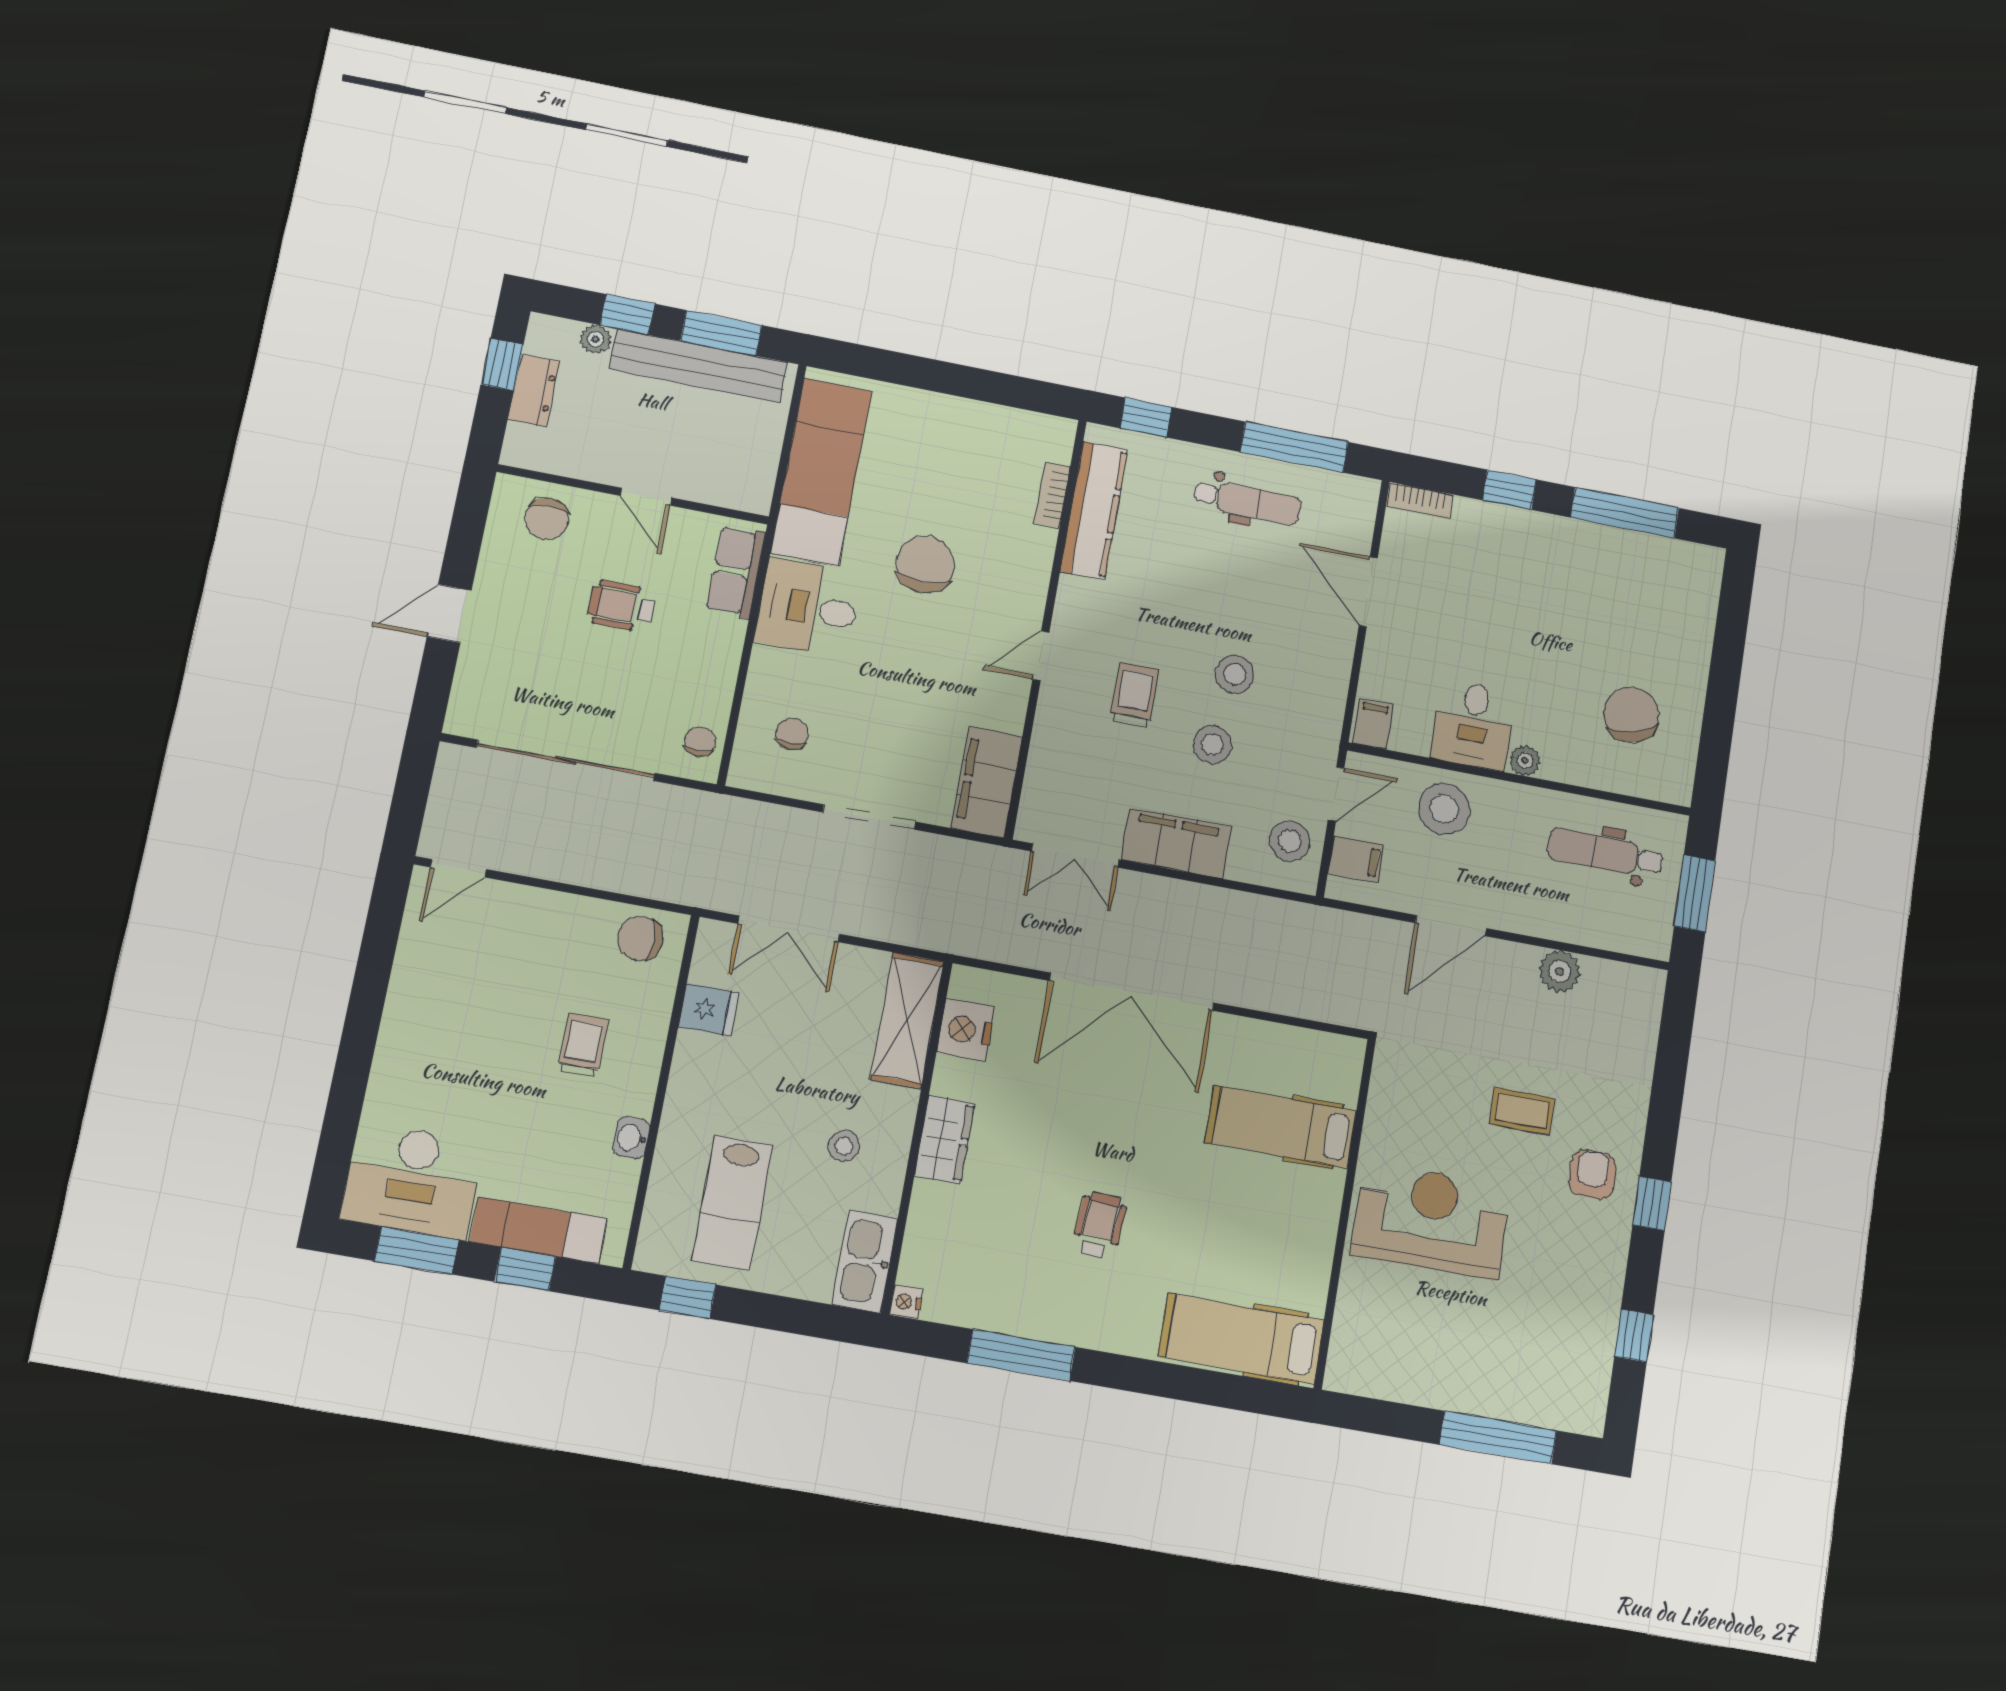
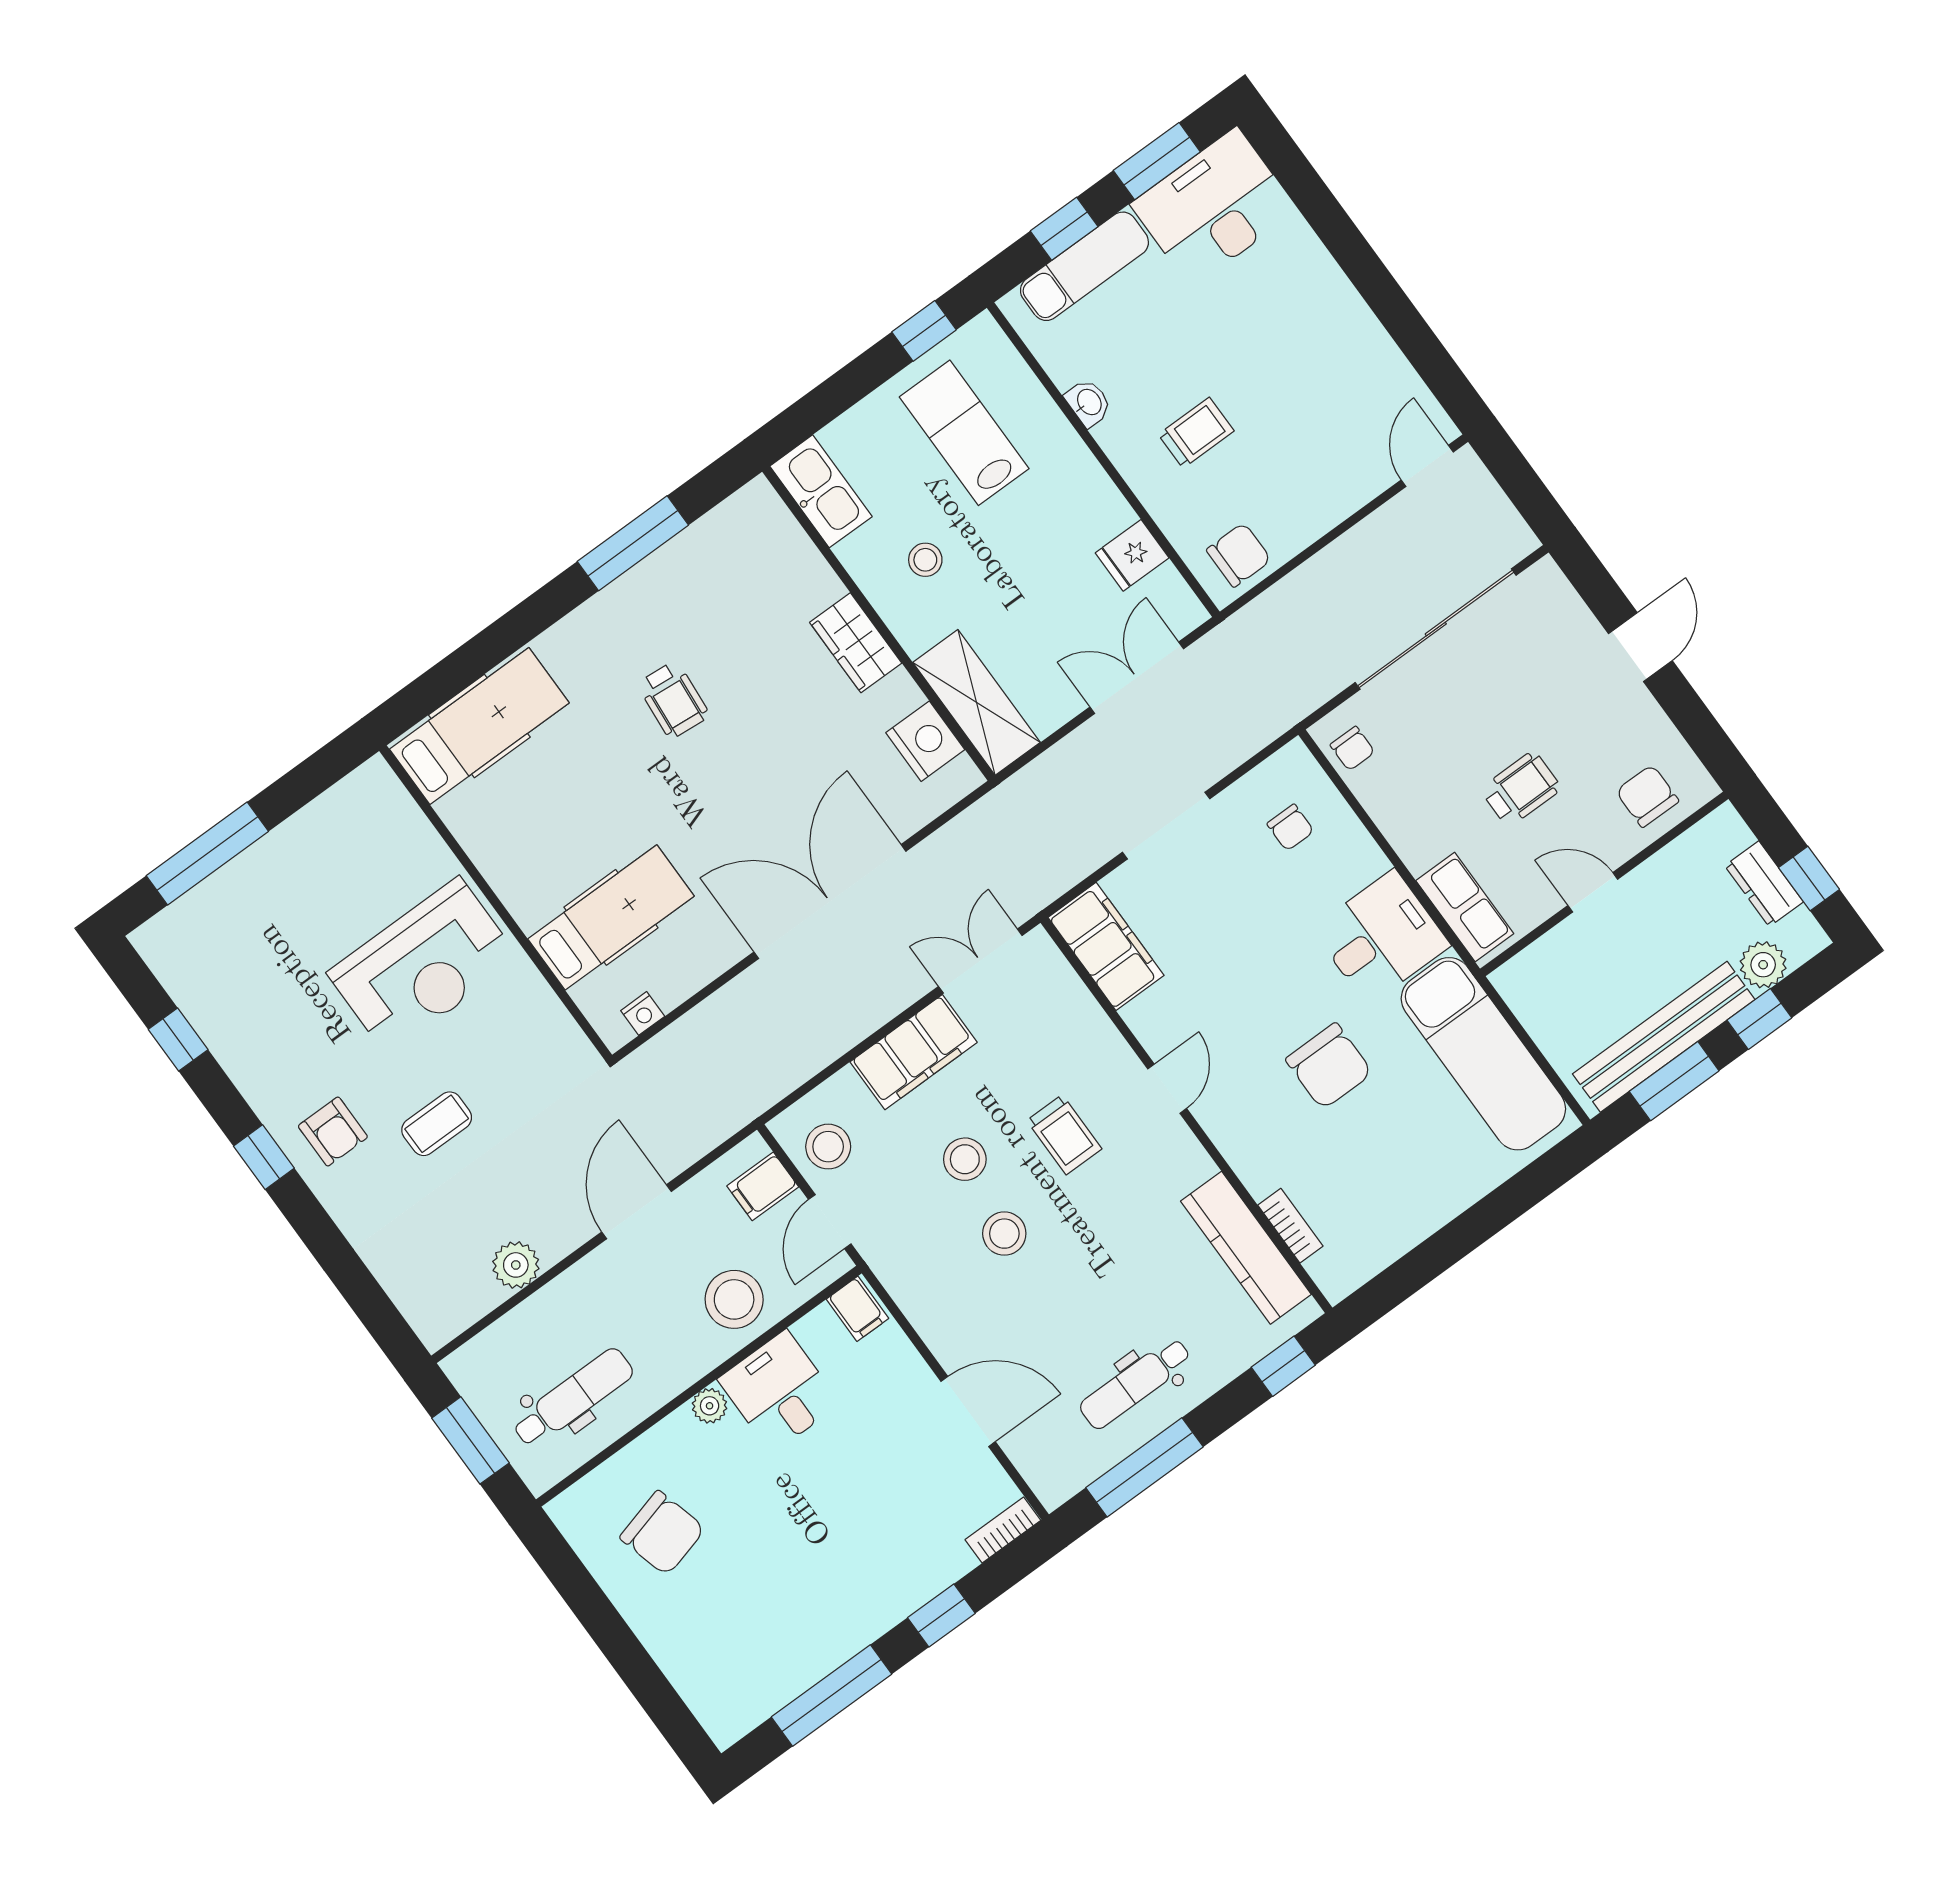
plant: (596, 339) -> (1763, 965), width x1.38, depth x1.38
trolley: (583, 1045) -> (1196, 433), turned -90
nightstand: (906, 1302) -> (643, 1013), moved, turned 90

